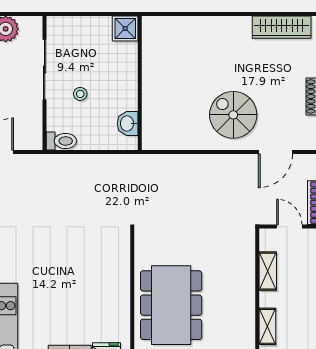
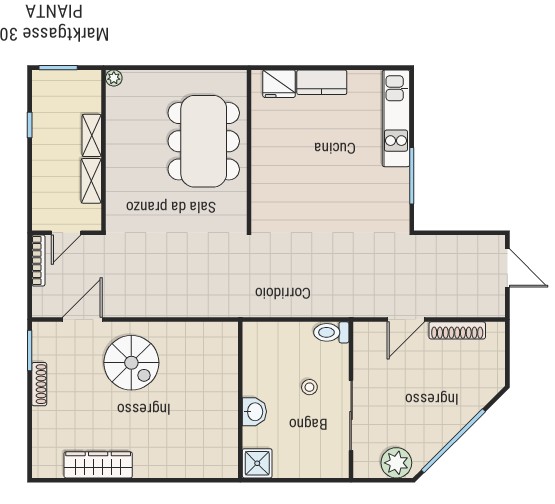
wardrobe: (282, 27) -> (98, 465), moved
washbasin: (128, 123) -> (254, 412), moved
door: (289, 227) -> (66, 233), hinge flipped
shelving: (267, 326) -> (92, 135), moved

